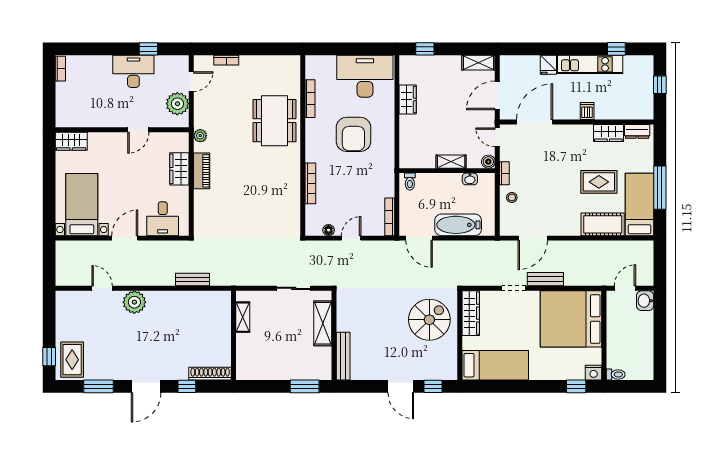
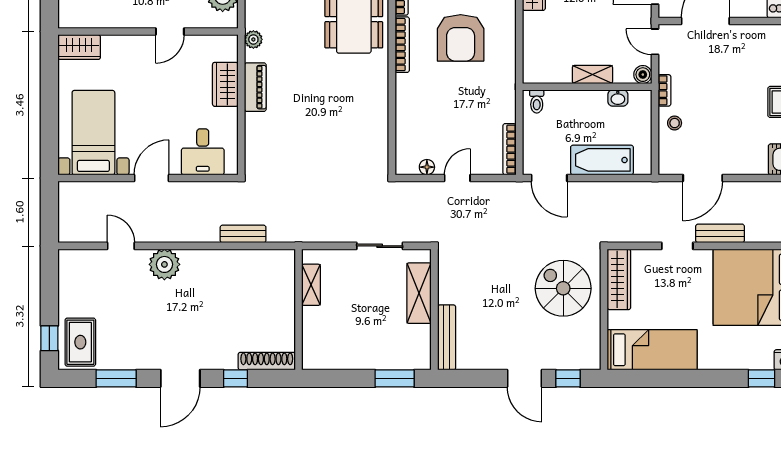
bookcase: (310, 183) -> (402, 45), moved
spiral stairs: (429, 320) -> (563, 288), turned -90

